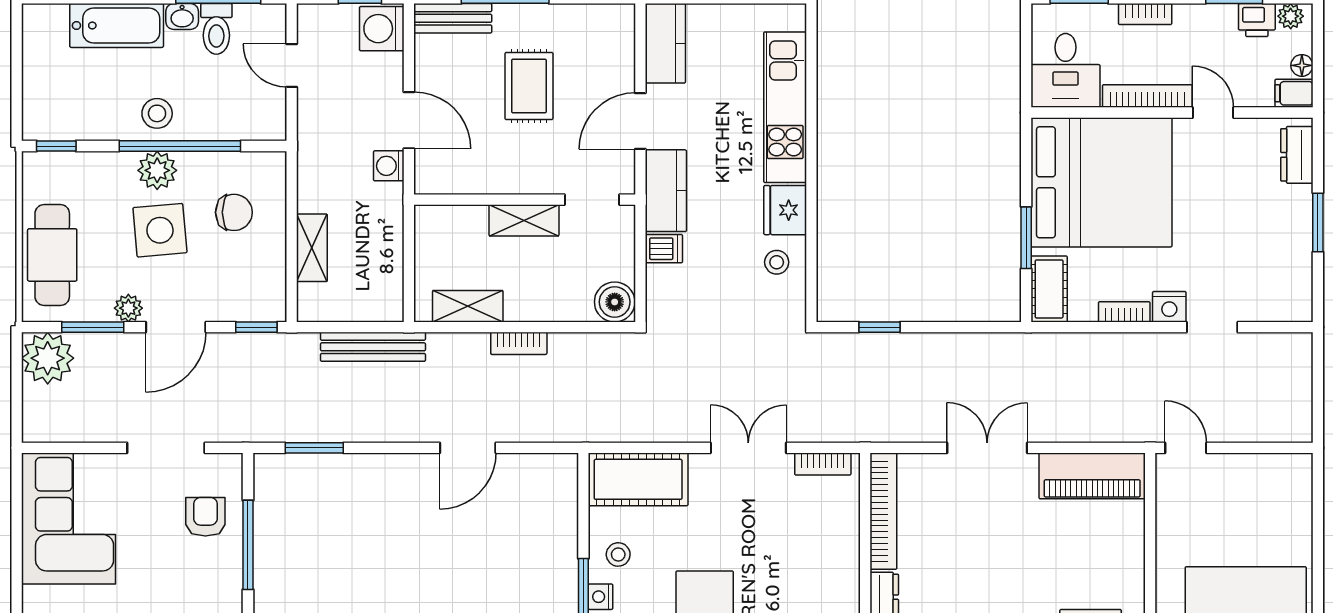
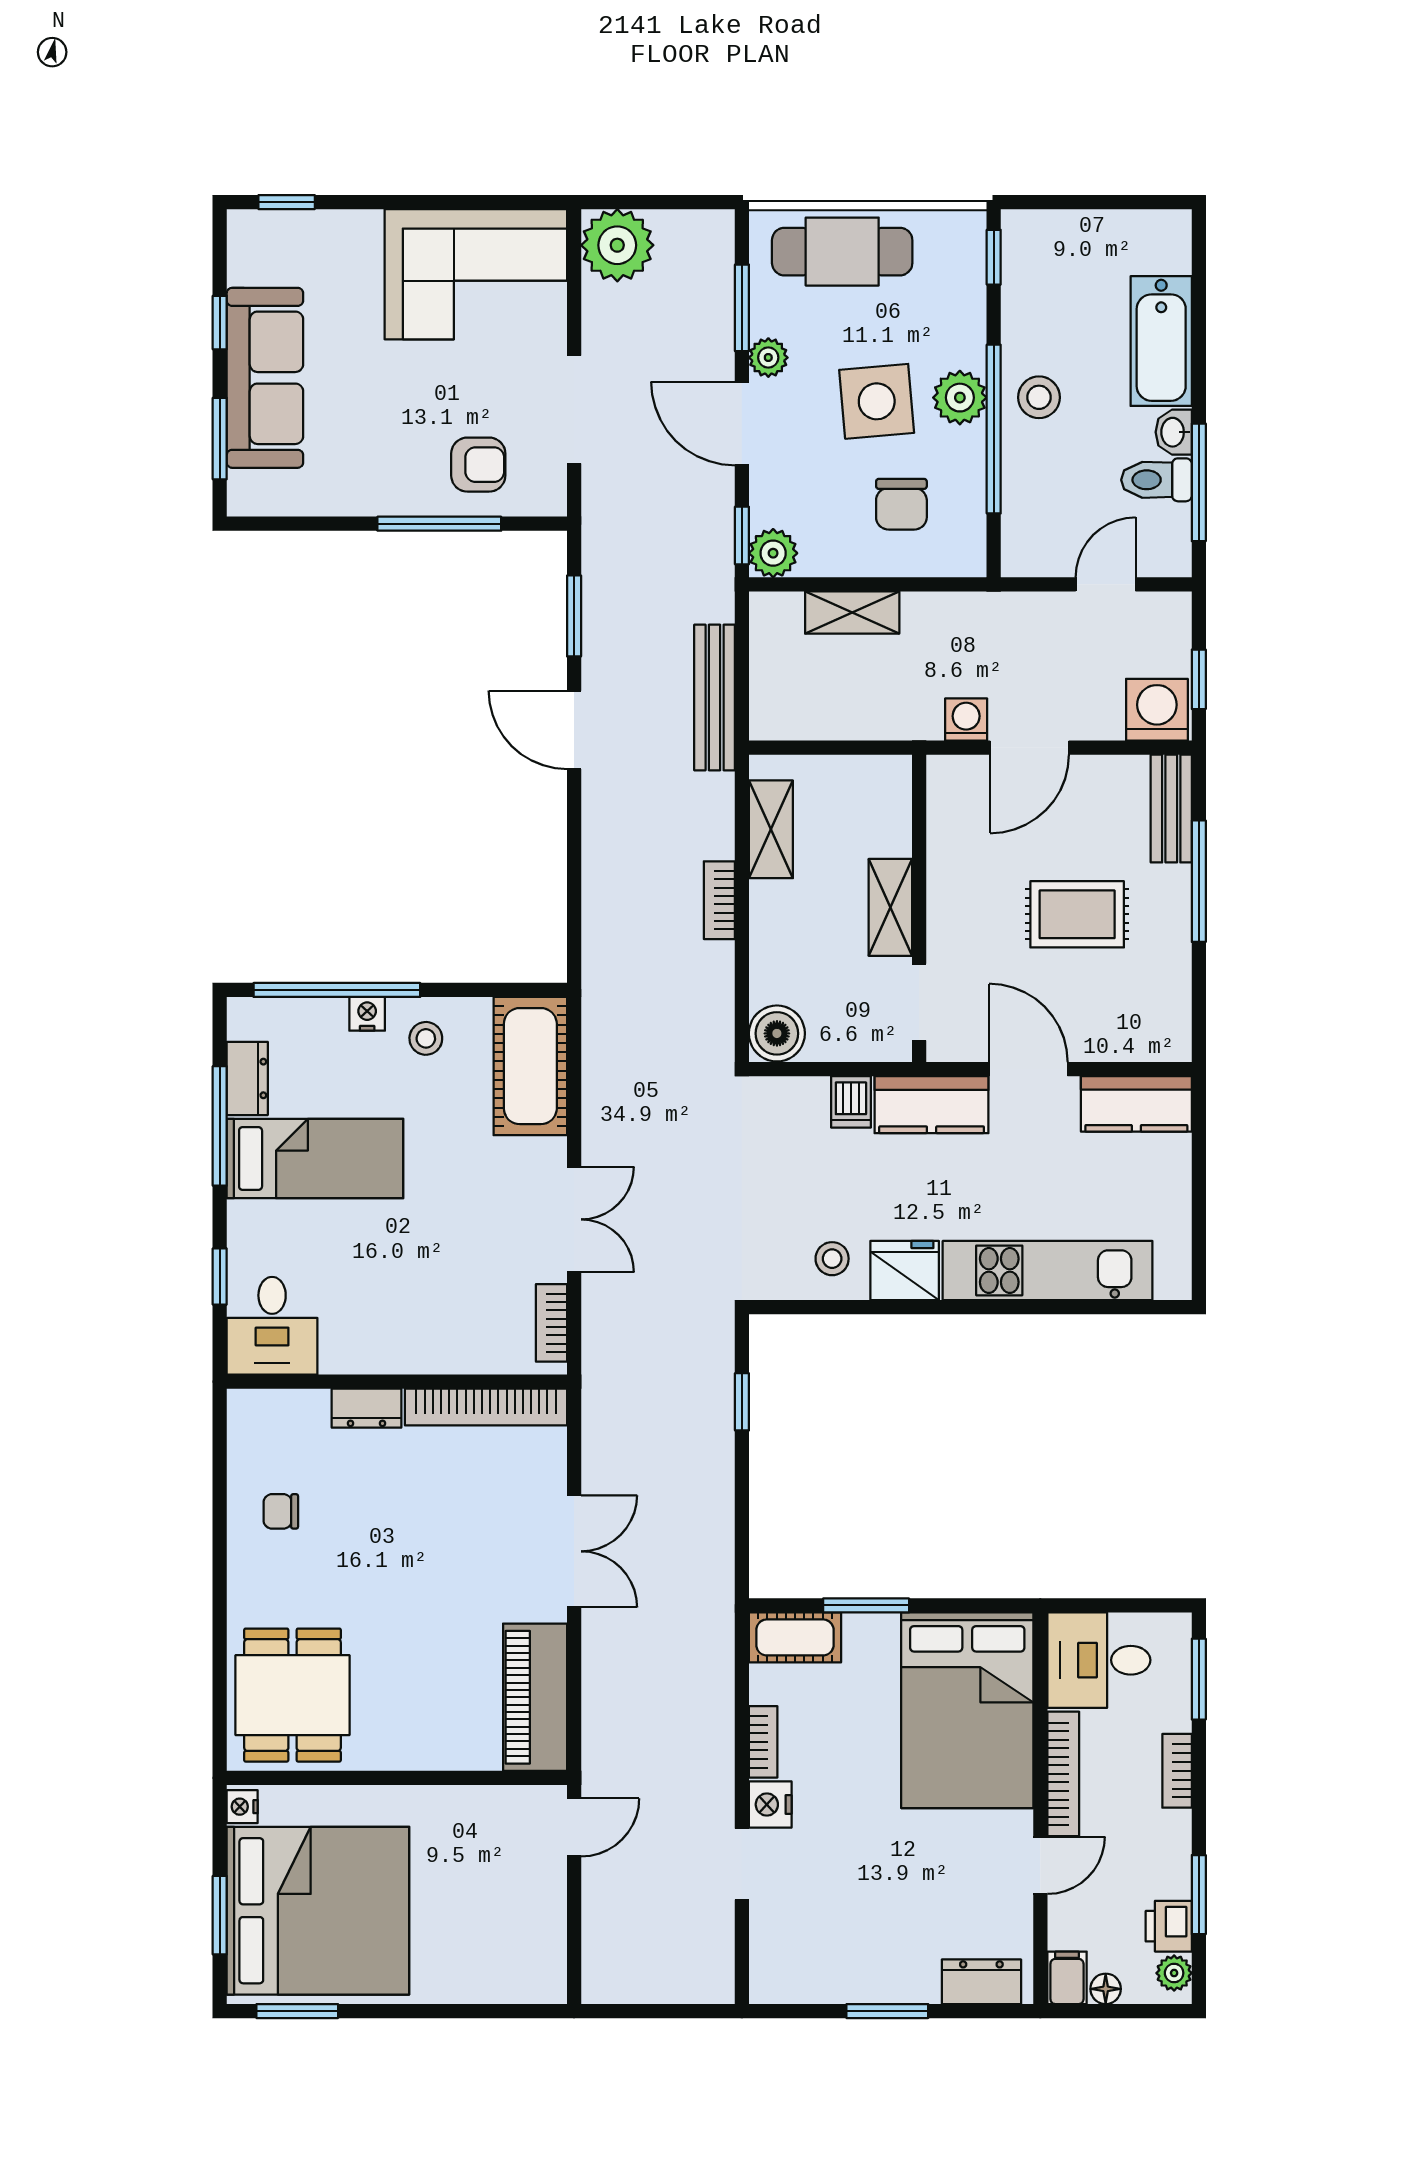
bed: (1101, 182) -> (967, 1710), width x0.73
plant: (269, 305) -> (773, 553), added
plant: (48, 358) -> (617, 245), moved
door: (468, 448) -> (574, 730), moved

